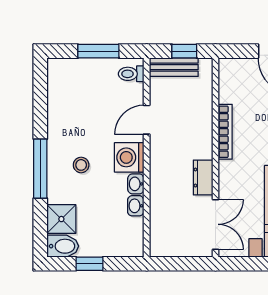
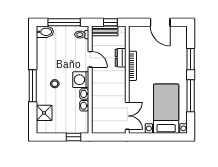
window: (98, 51) -> (64, 22), width x1.44
door: (147, 120) -> (90, 59), swing flipped
dresser: (203, 178) -> (121, 58), moved
bidet: (63, 246) -> (45, 32), moved
window: (89, 264) -> (74, 137), moved

